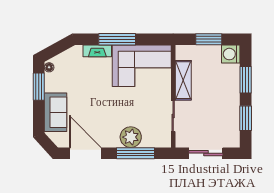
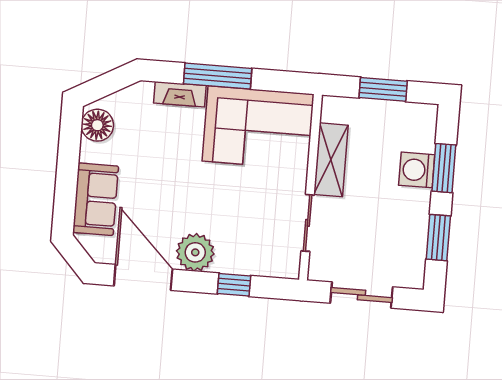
washing machine: (231, 54) -> (417, 170), moved
floor lamp: (49, 67) -> (97, 125), width x1.89, depth x1.89
window: (39, 87) -> (69, 150), removed
plant: (131, 137) -> (195, 252), moved
window: (135, 153) -> (234, 285), width x0.46

